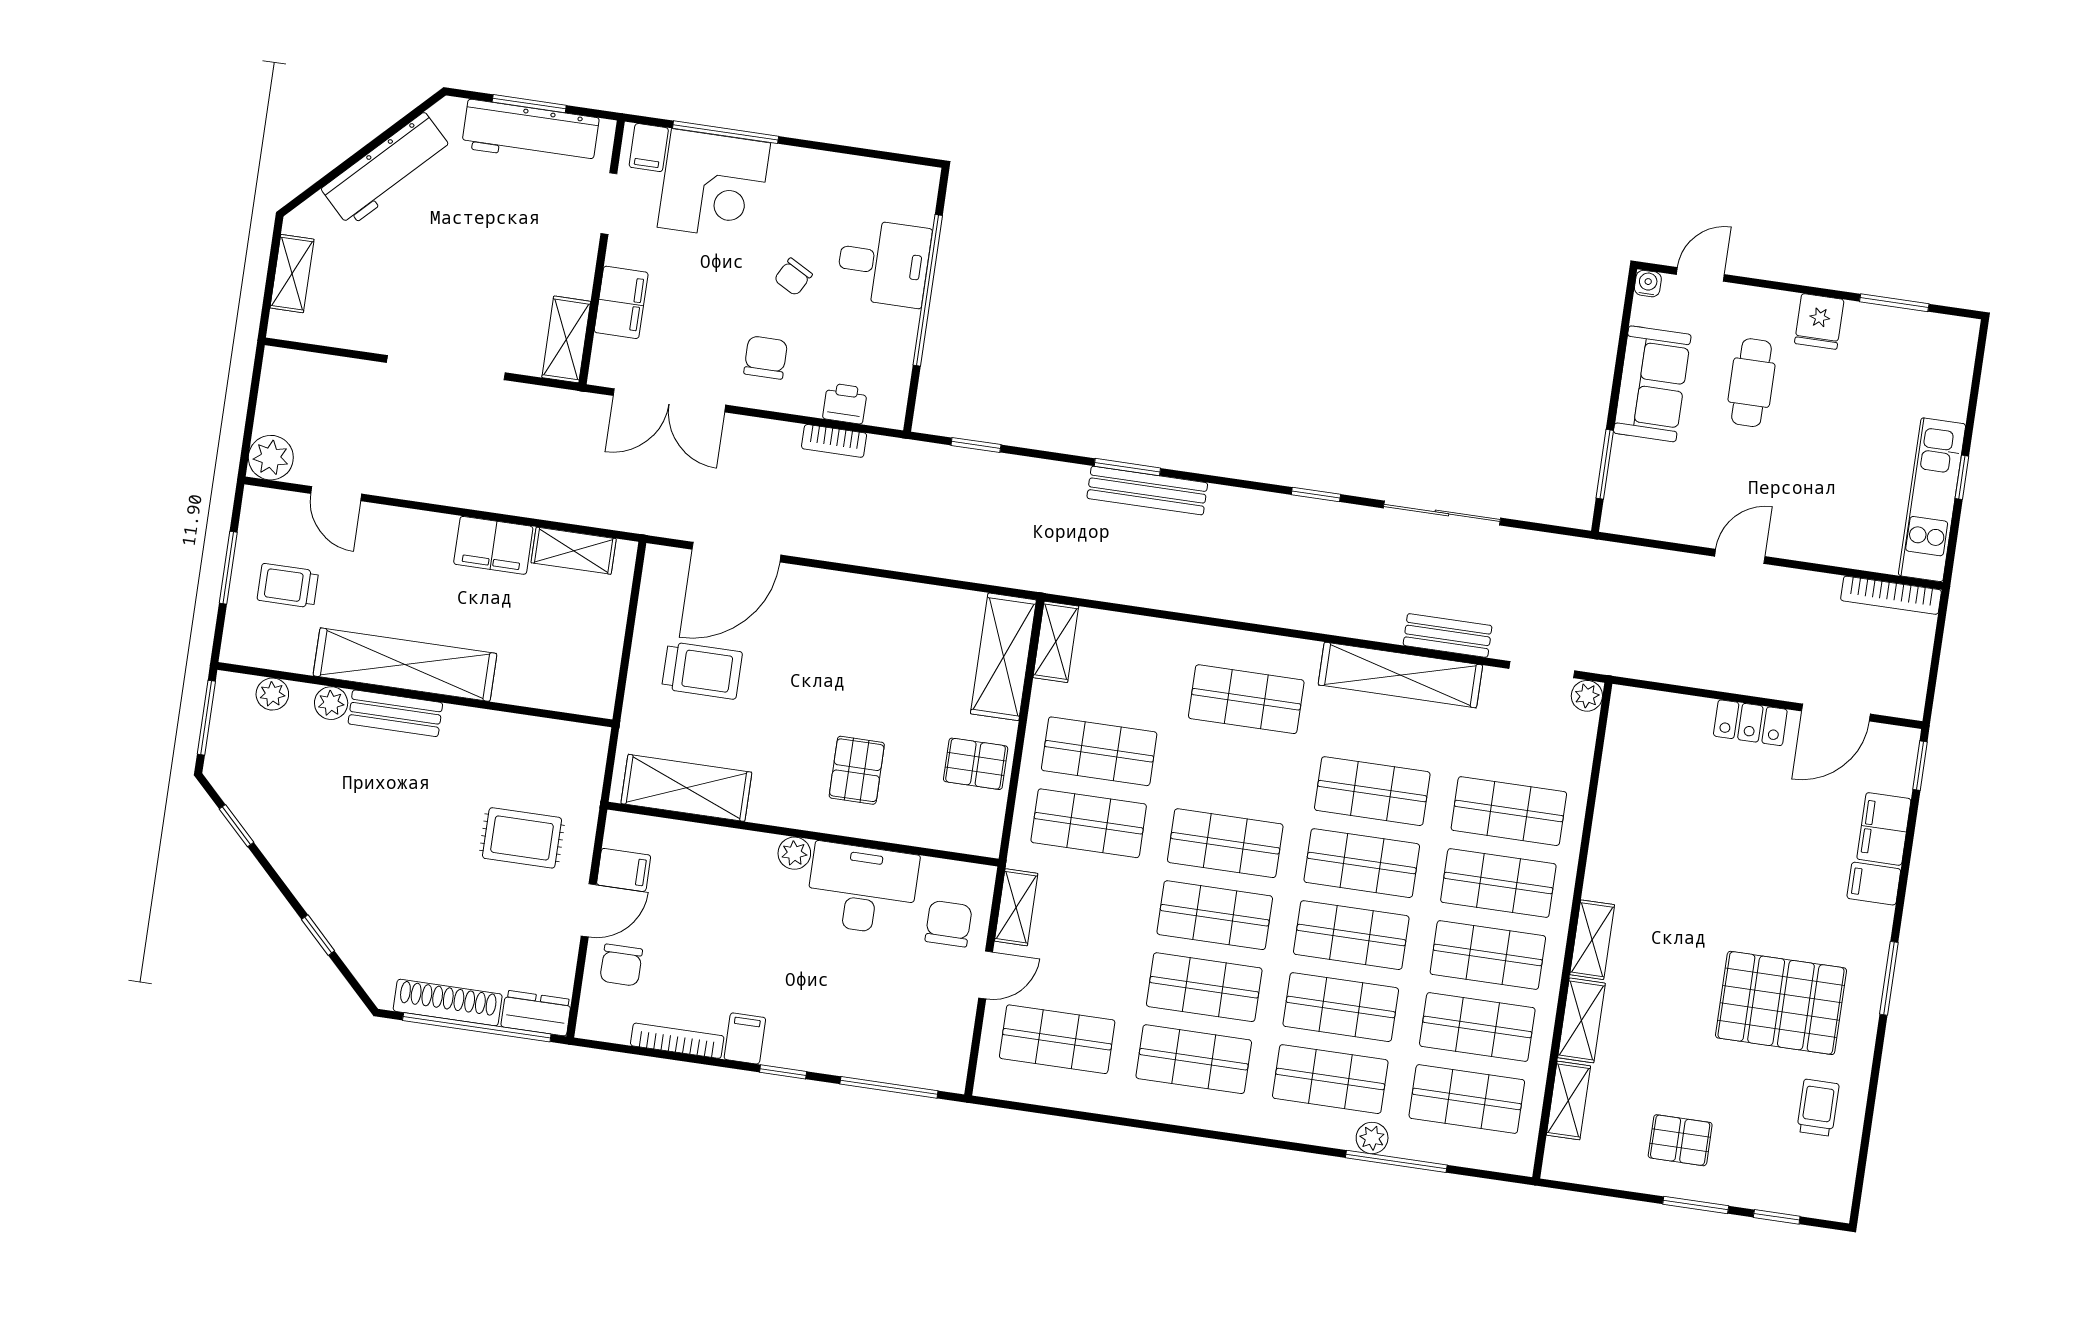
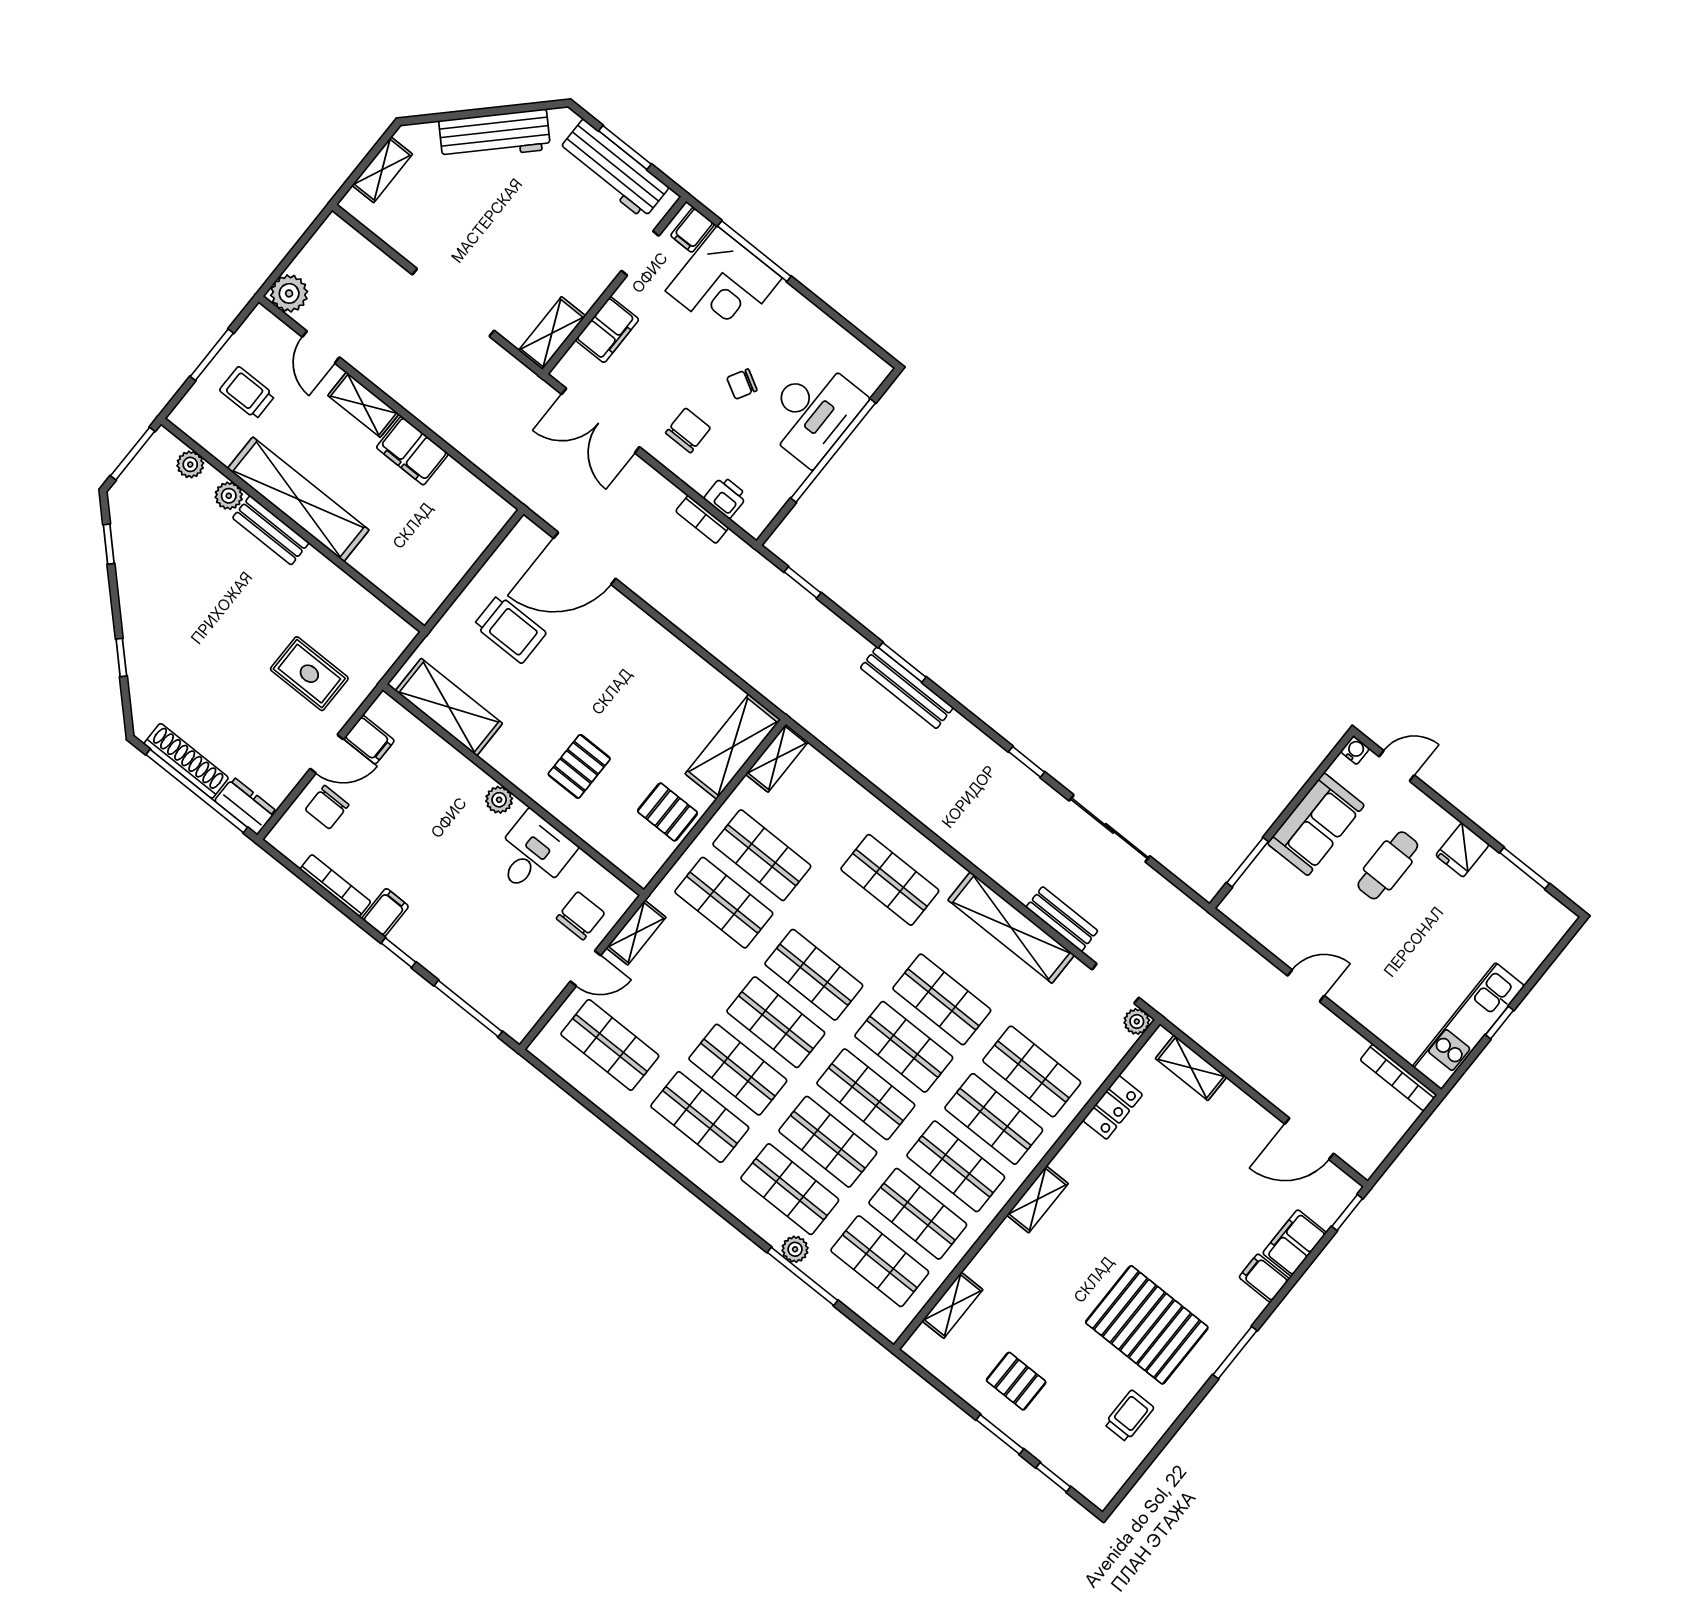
desk: (883, 263) -> (813, 412), width x1.37
shelving: (574, 551) -> (363, 405), moved
locker: (1750, 723) -> (1113, 1107), moved, turned -90
desk: (862, 889) -> (533, 854), width x0.73
shelving: (1581, 1020) -> (1191, 1068), moved, turned 90

